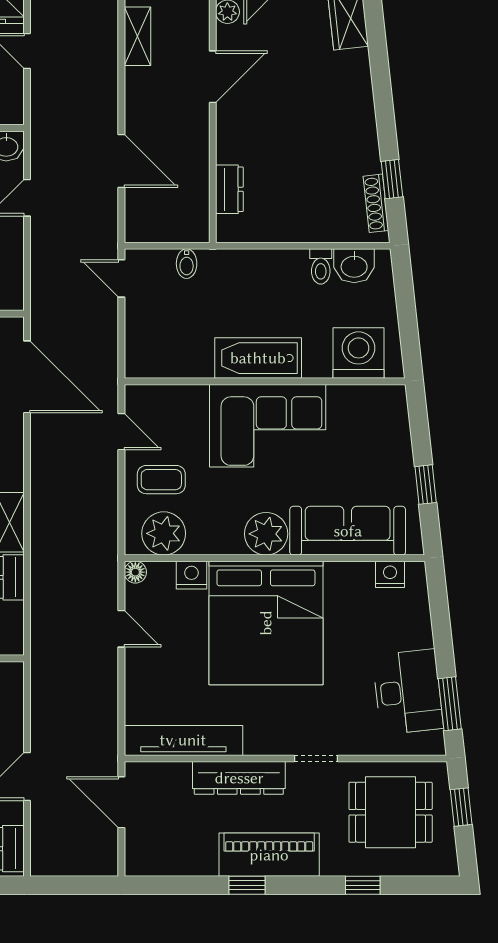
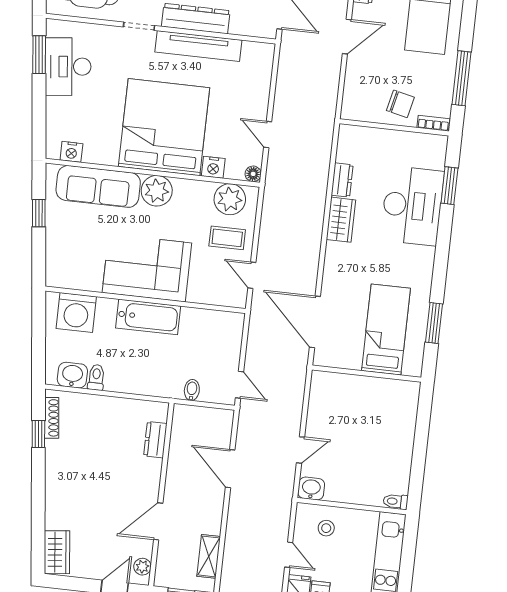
tv unit: (183, 740) -> (198, 46), moved

